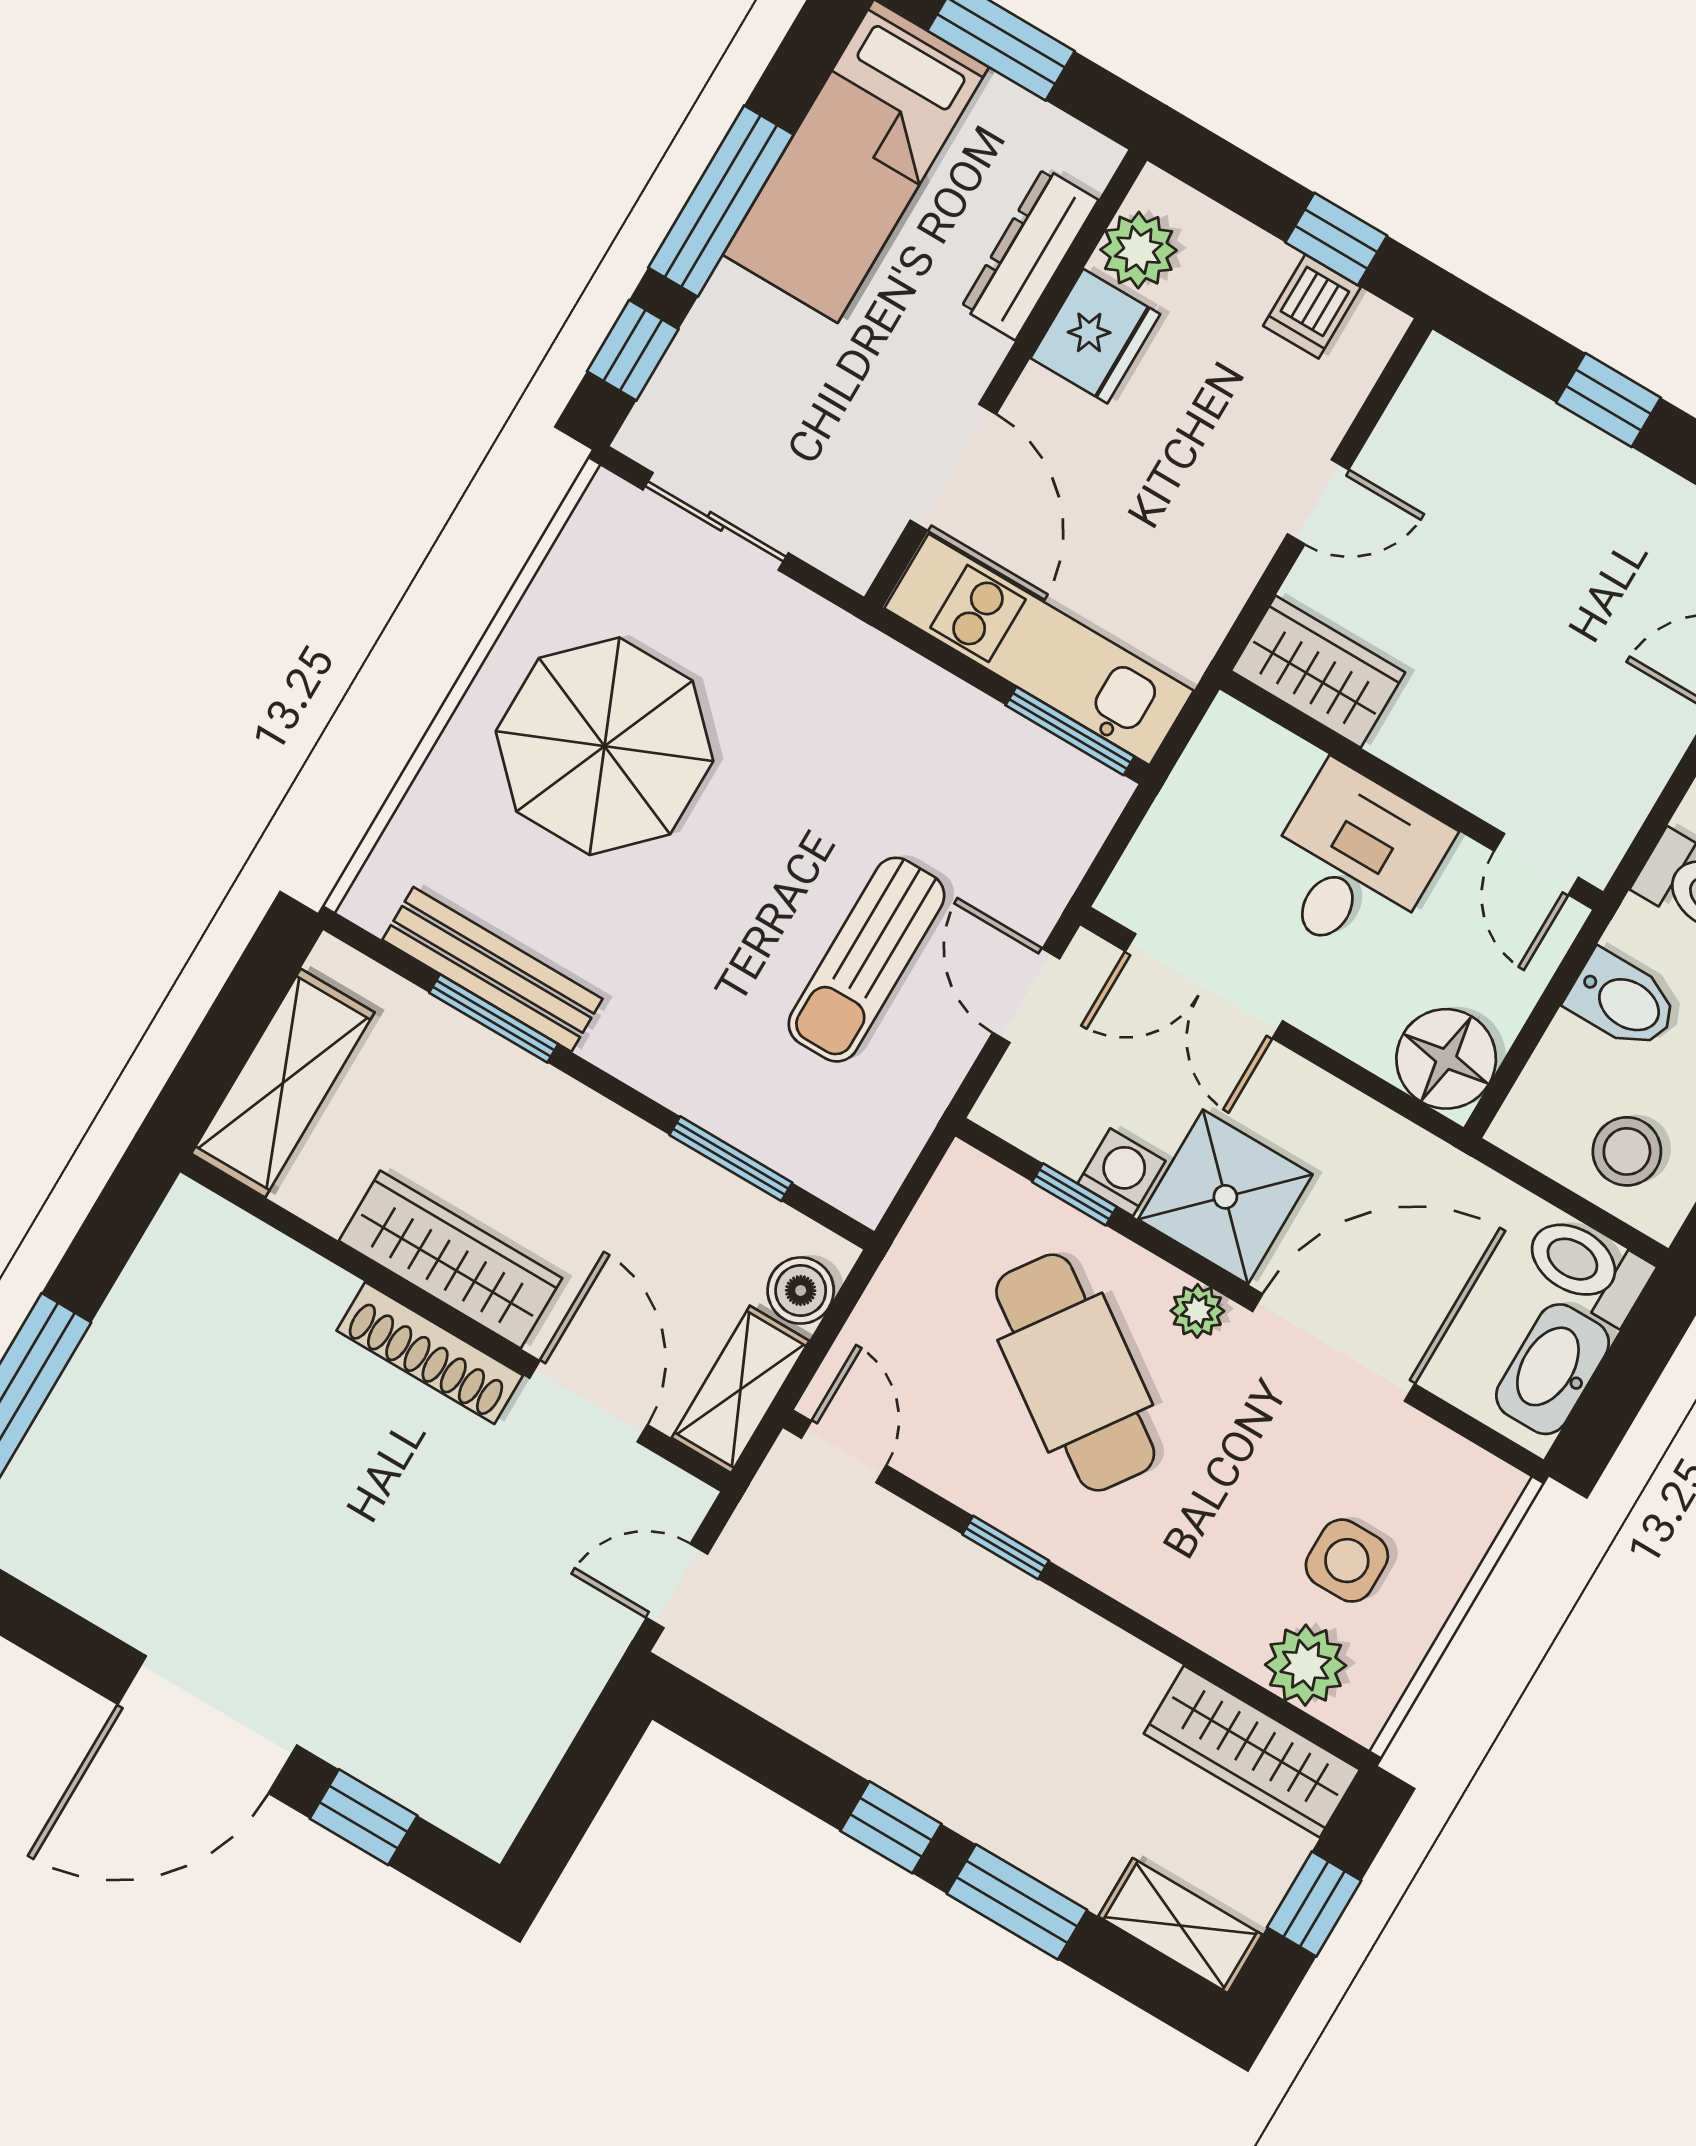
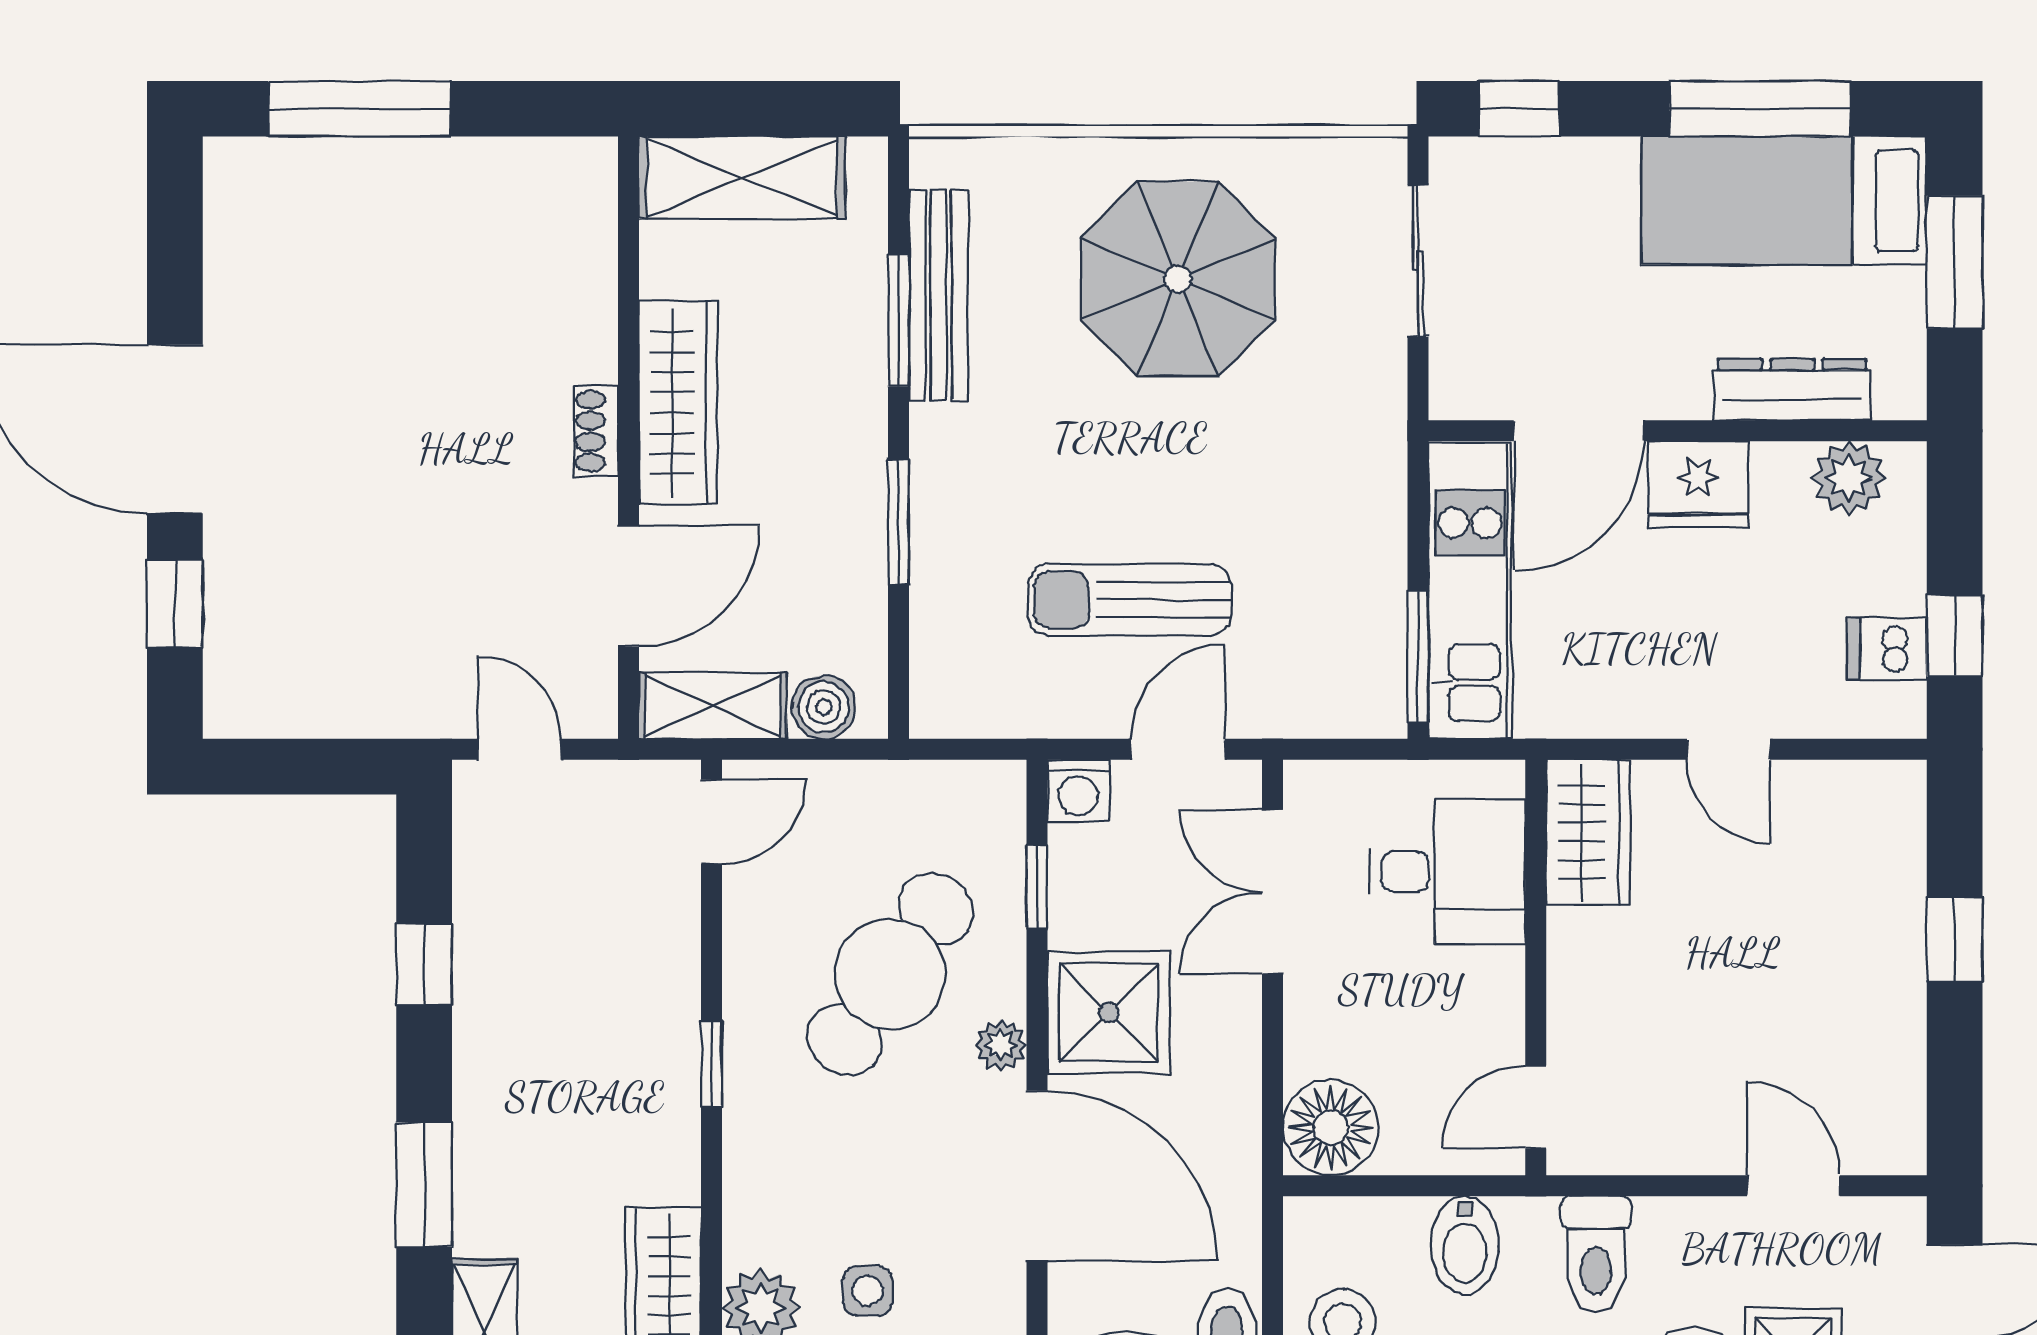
window: (721, 201) -> (1760, 109), moved
fridge: (1095, 336) -> (1698, 484), moved
desk: (1353, 863) -> (1447, 871), moved
window: (731, 1159) -> (899, 522), moved
washing machine: (1122, 1172) -> (1078, 791), moved, turned 90
shoe rack: (430, 1353) -> (596, 431), width x0.51, depth x0.81
window: (1006, 1547) -> (712, 1064), moved
side table: (1347, 1561) -> (868, 1291), width x0.73, depth x0.73
window: (891, 1827) -> (424, 964), moved

